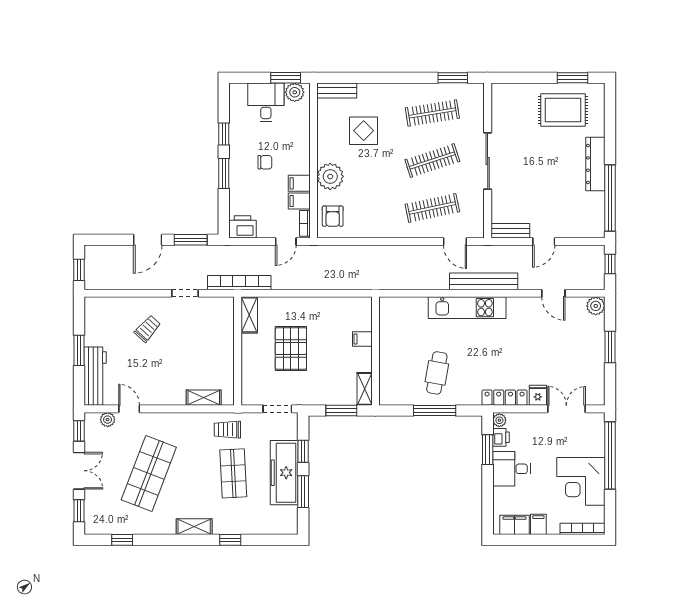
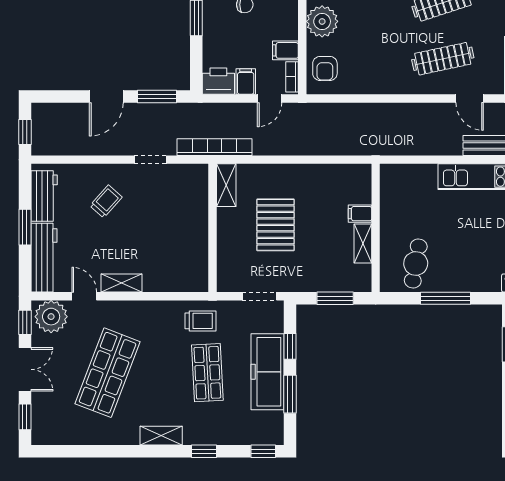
filing cabinet: (299, 183) -> (246, 82), moved, turned 90
workbench: (95, 324) -> (44, 196), added
cafe table: (437, 373) -> (416, 264), moved
shelving: (365, 389) -> (363, 243), moved
shelving: (204, 398) -> (122, 283), moved
plant: (108, 420) -> (51, 317), width x1.87, depth x1.87
trolley: (227, 430) -> (200, 321), turned 180
window: (122, 540) -> (263, 451), moved

